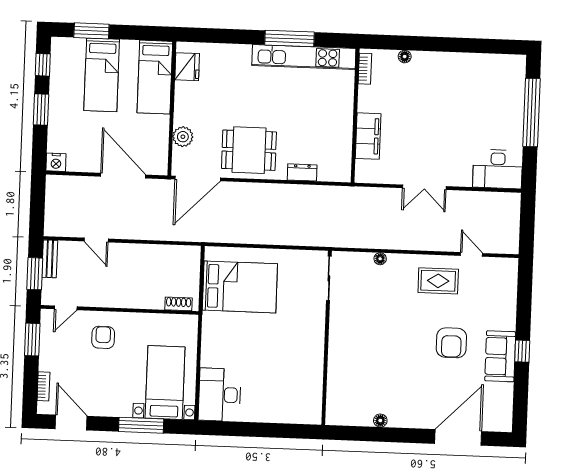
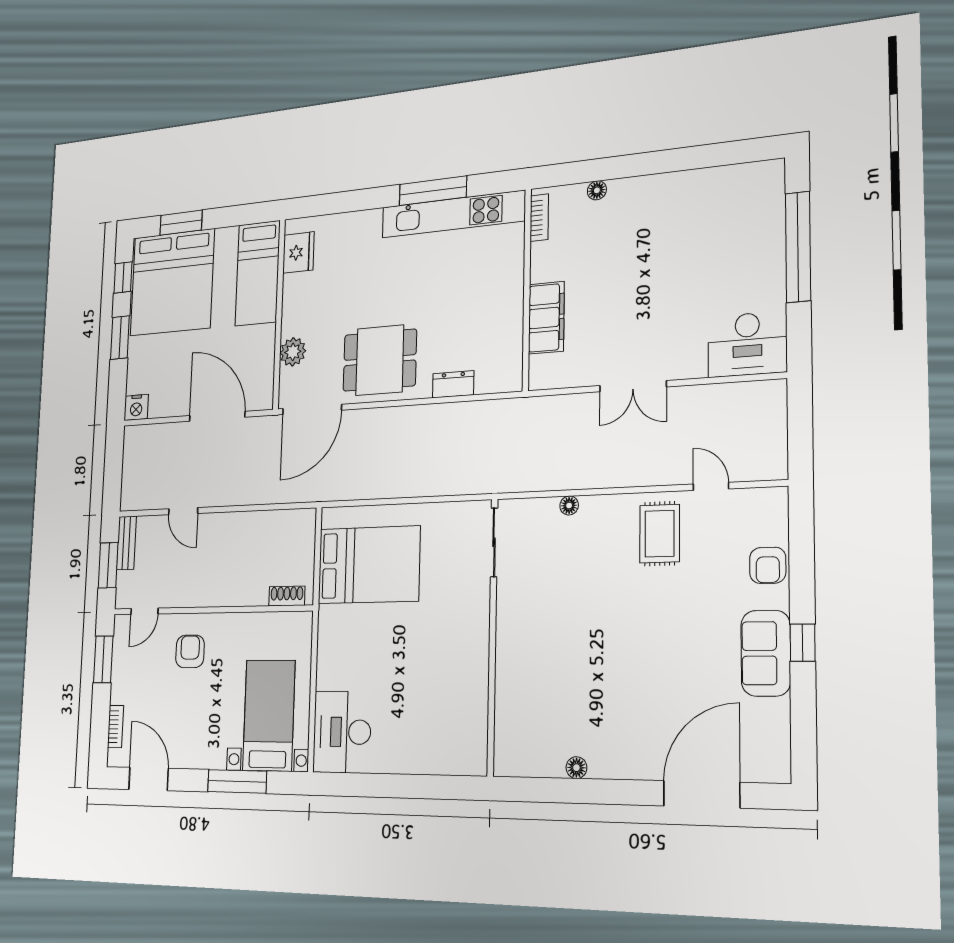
bed: (102, 75) -> (172, 282), width x2.04
rug: (438, 281) -> (660, 534), turned 90
armchair: (451, 343) -> (768, 565), moved, width x0.72, depth x0.72

